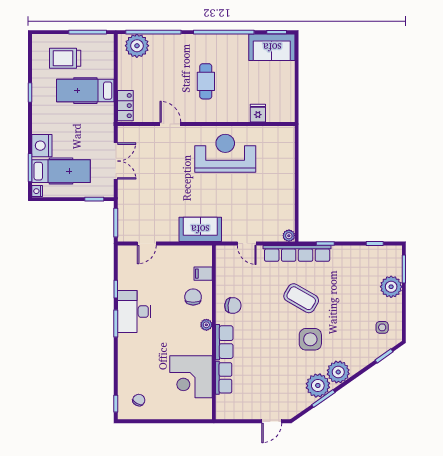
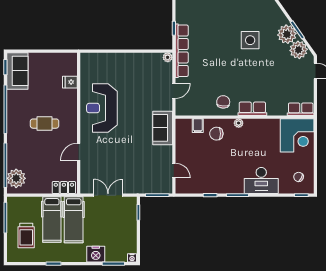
hospital bed: (61, 171) -> (74, 220), moved, turned 180
coffee table: (301, 298) -> (217, 48), removed
desk: (134, 312) -> (261, 181), moved
plant: (338, 372) -> (299, 50), moved
corner desk: (191, 377) -> (297, 135), moved
row of seats: (224, 378) -> (301, 109), moved

